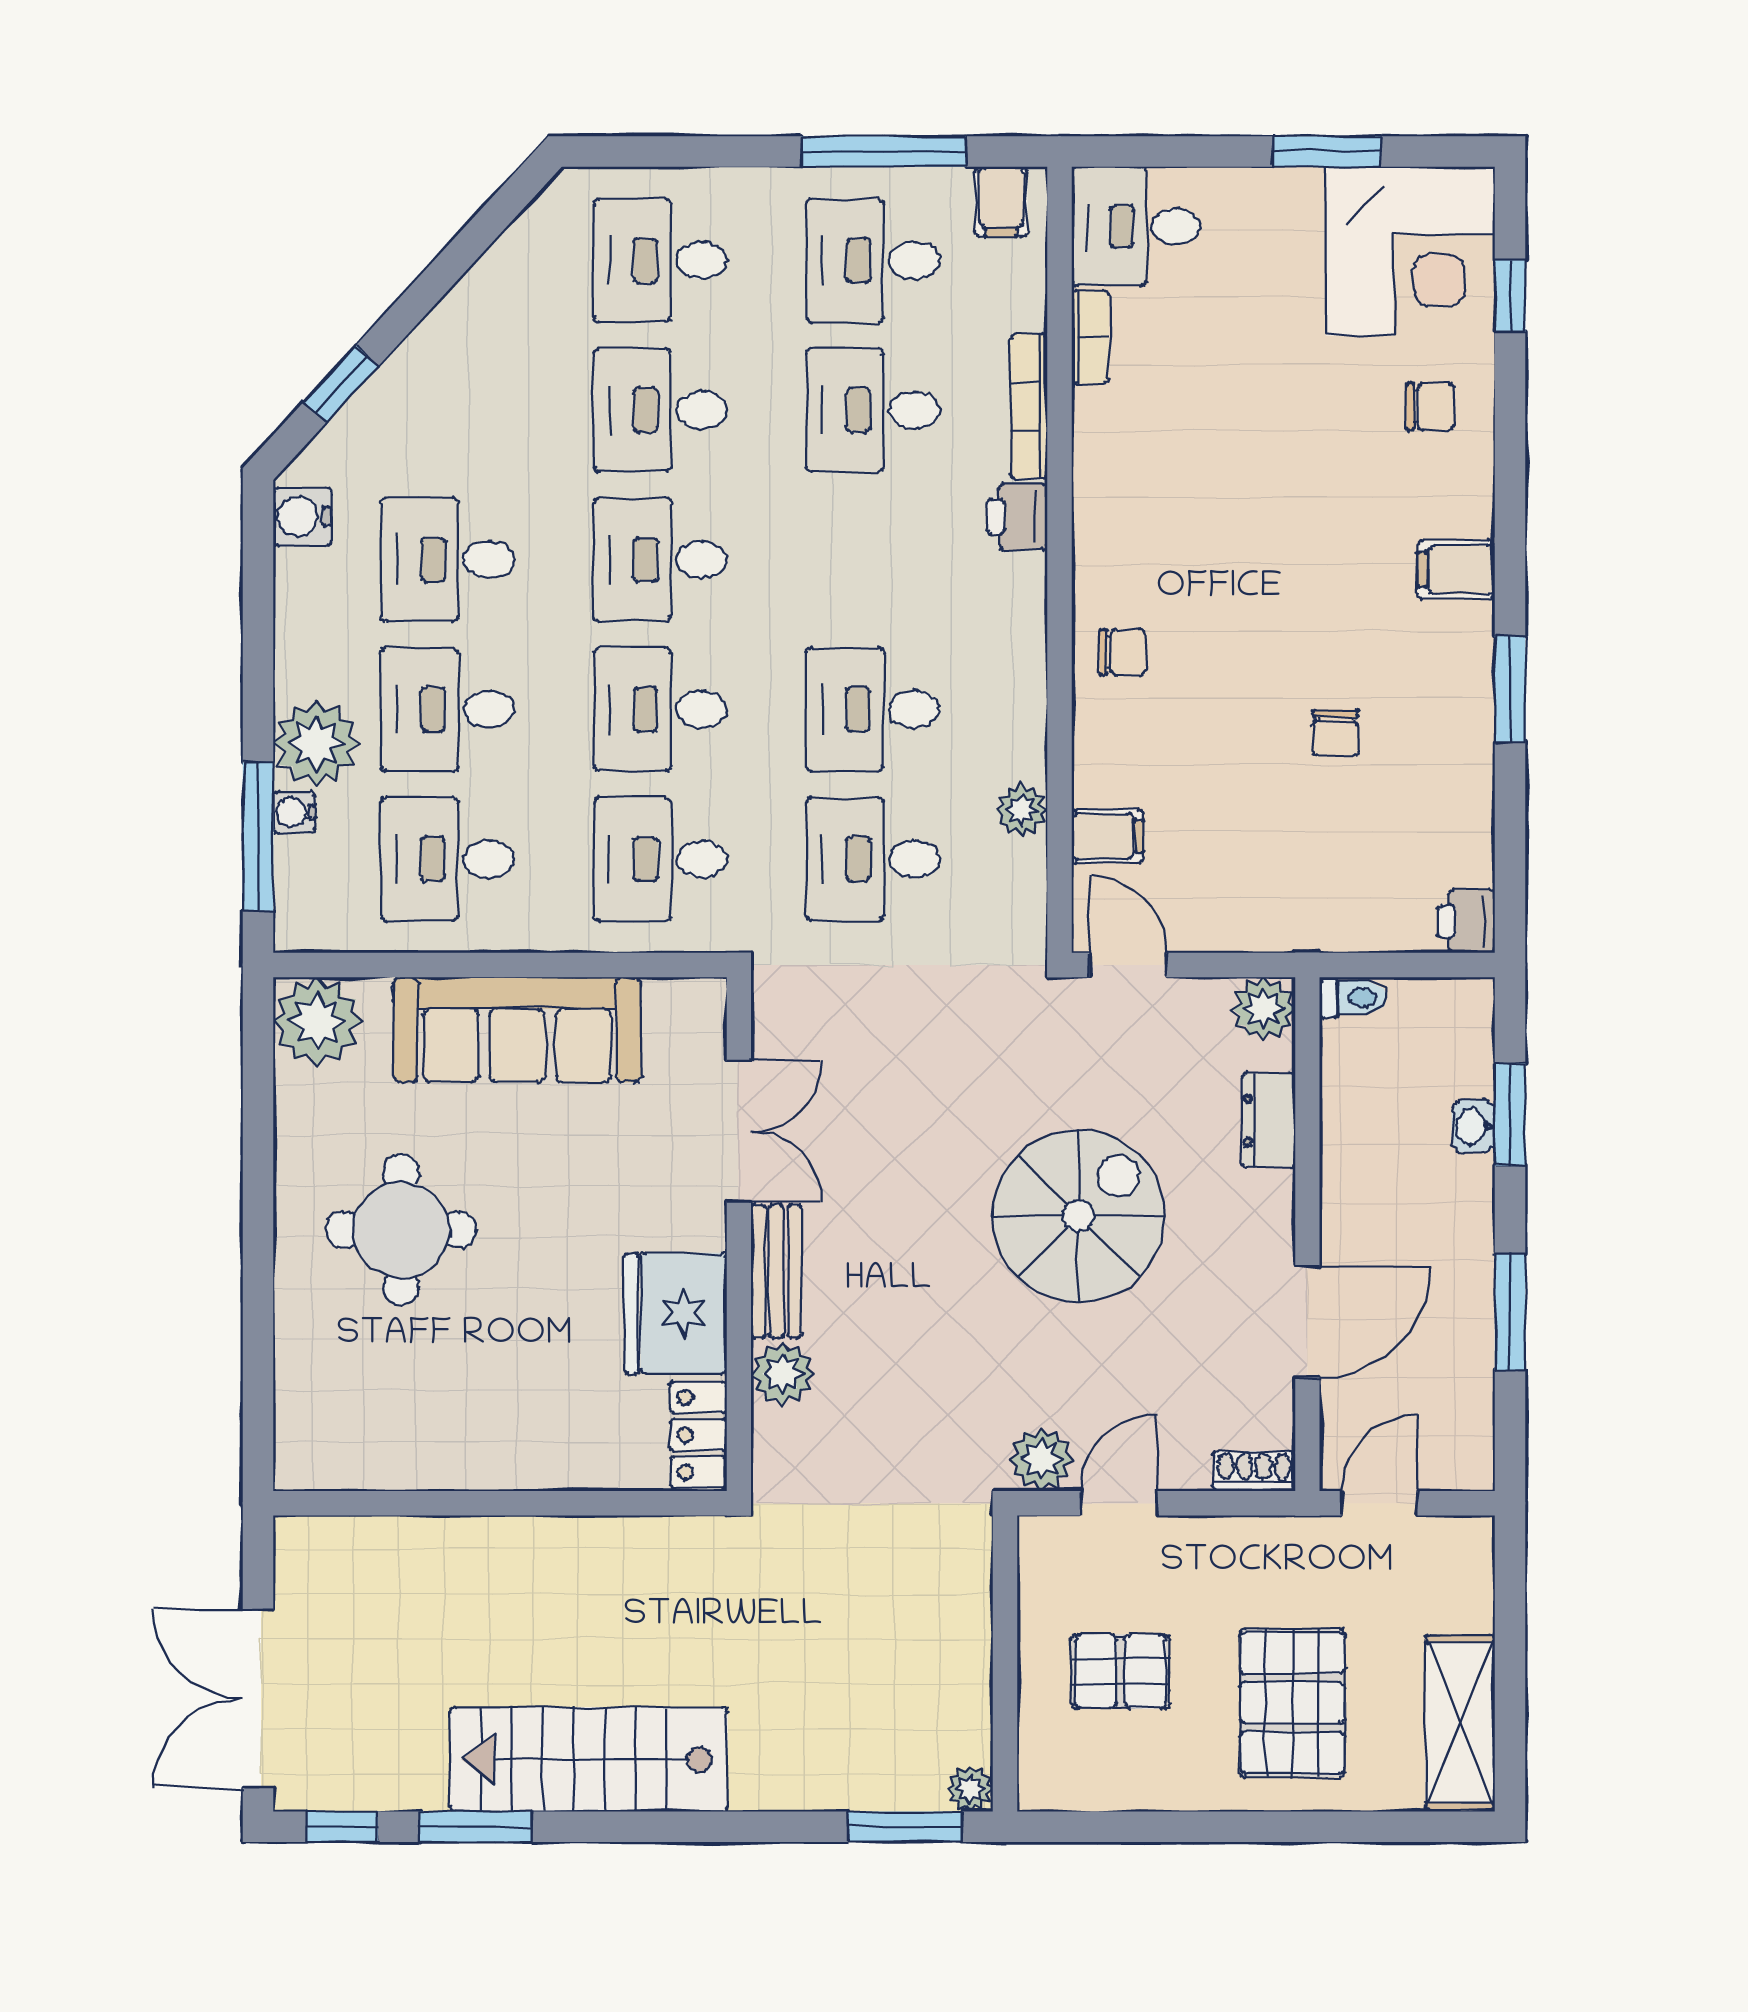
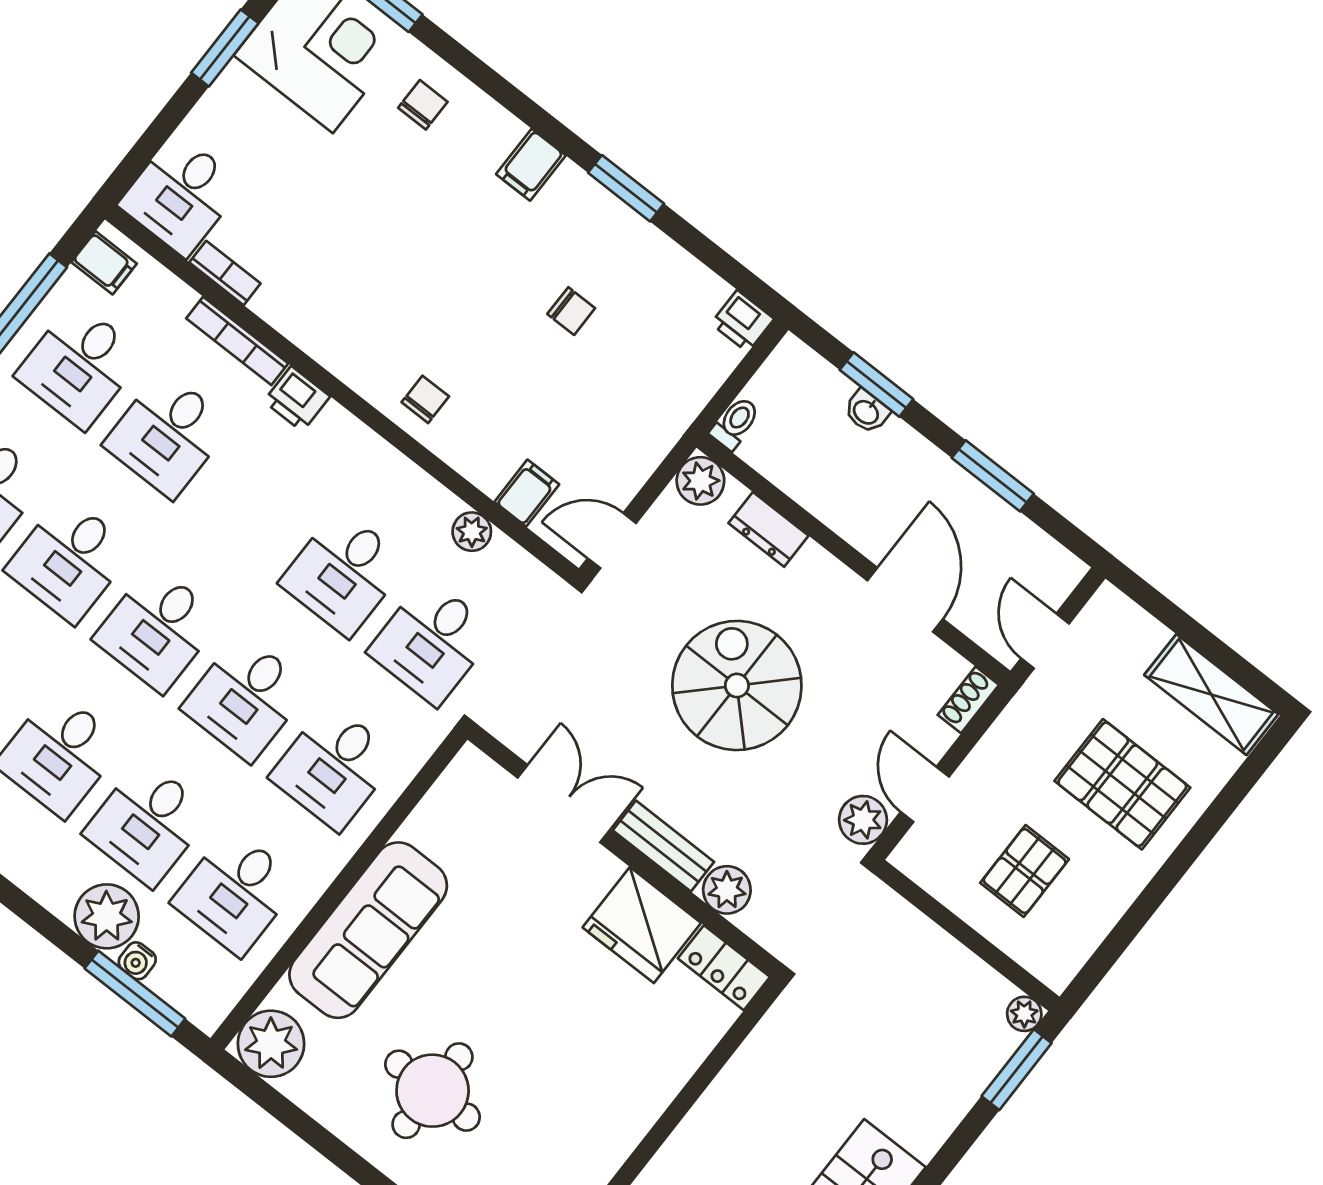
double door: (739, 1131) -> (564, 804), moved
wall: (739, 1234) -> (624, 851), moved
bench: (776, 1271) -> (663, 846), moved
fridge: (675, 1313) -> (642, 925), moved
plant: (783, 1374) -> (727, 890), moved
locker: (698, 1435) -> (724, 968), moved

